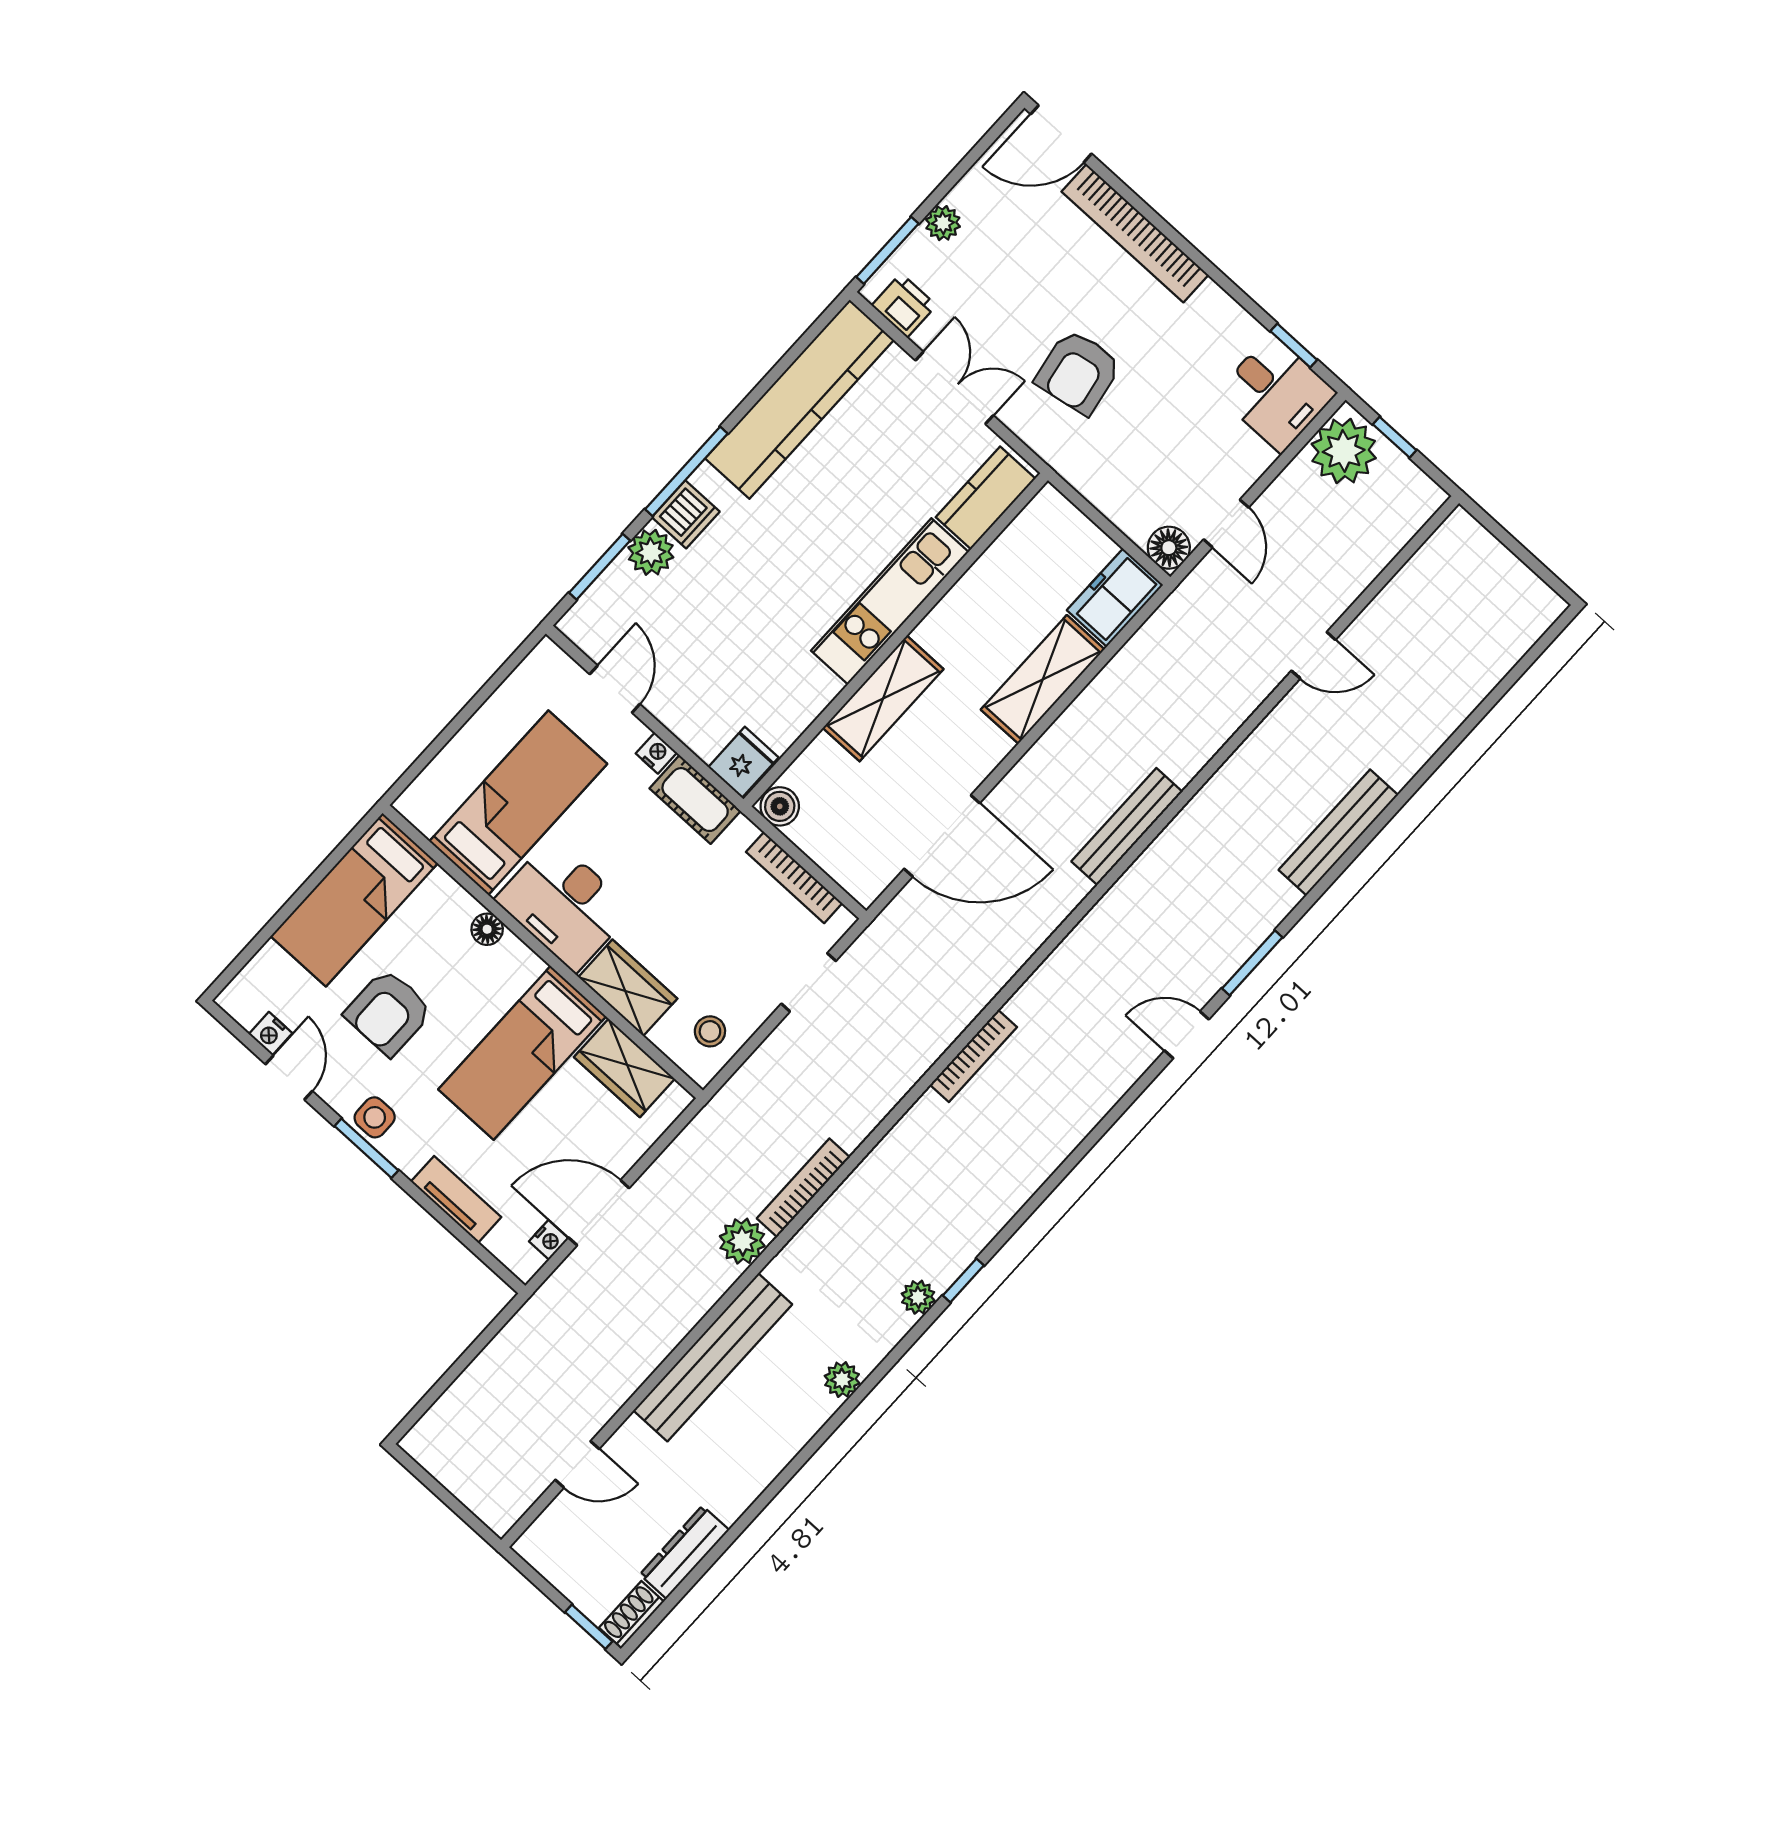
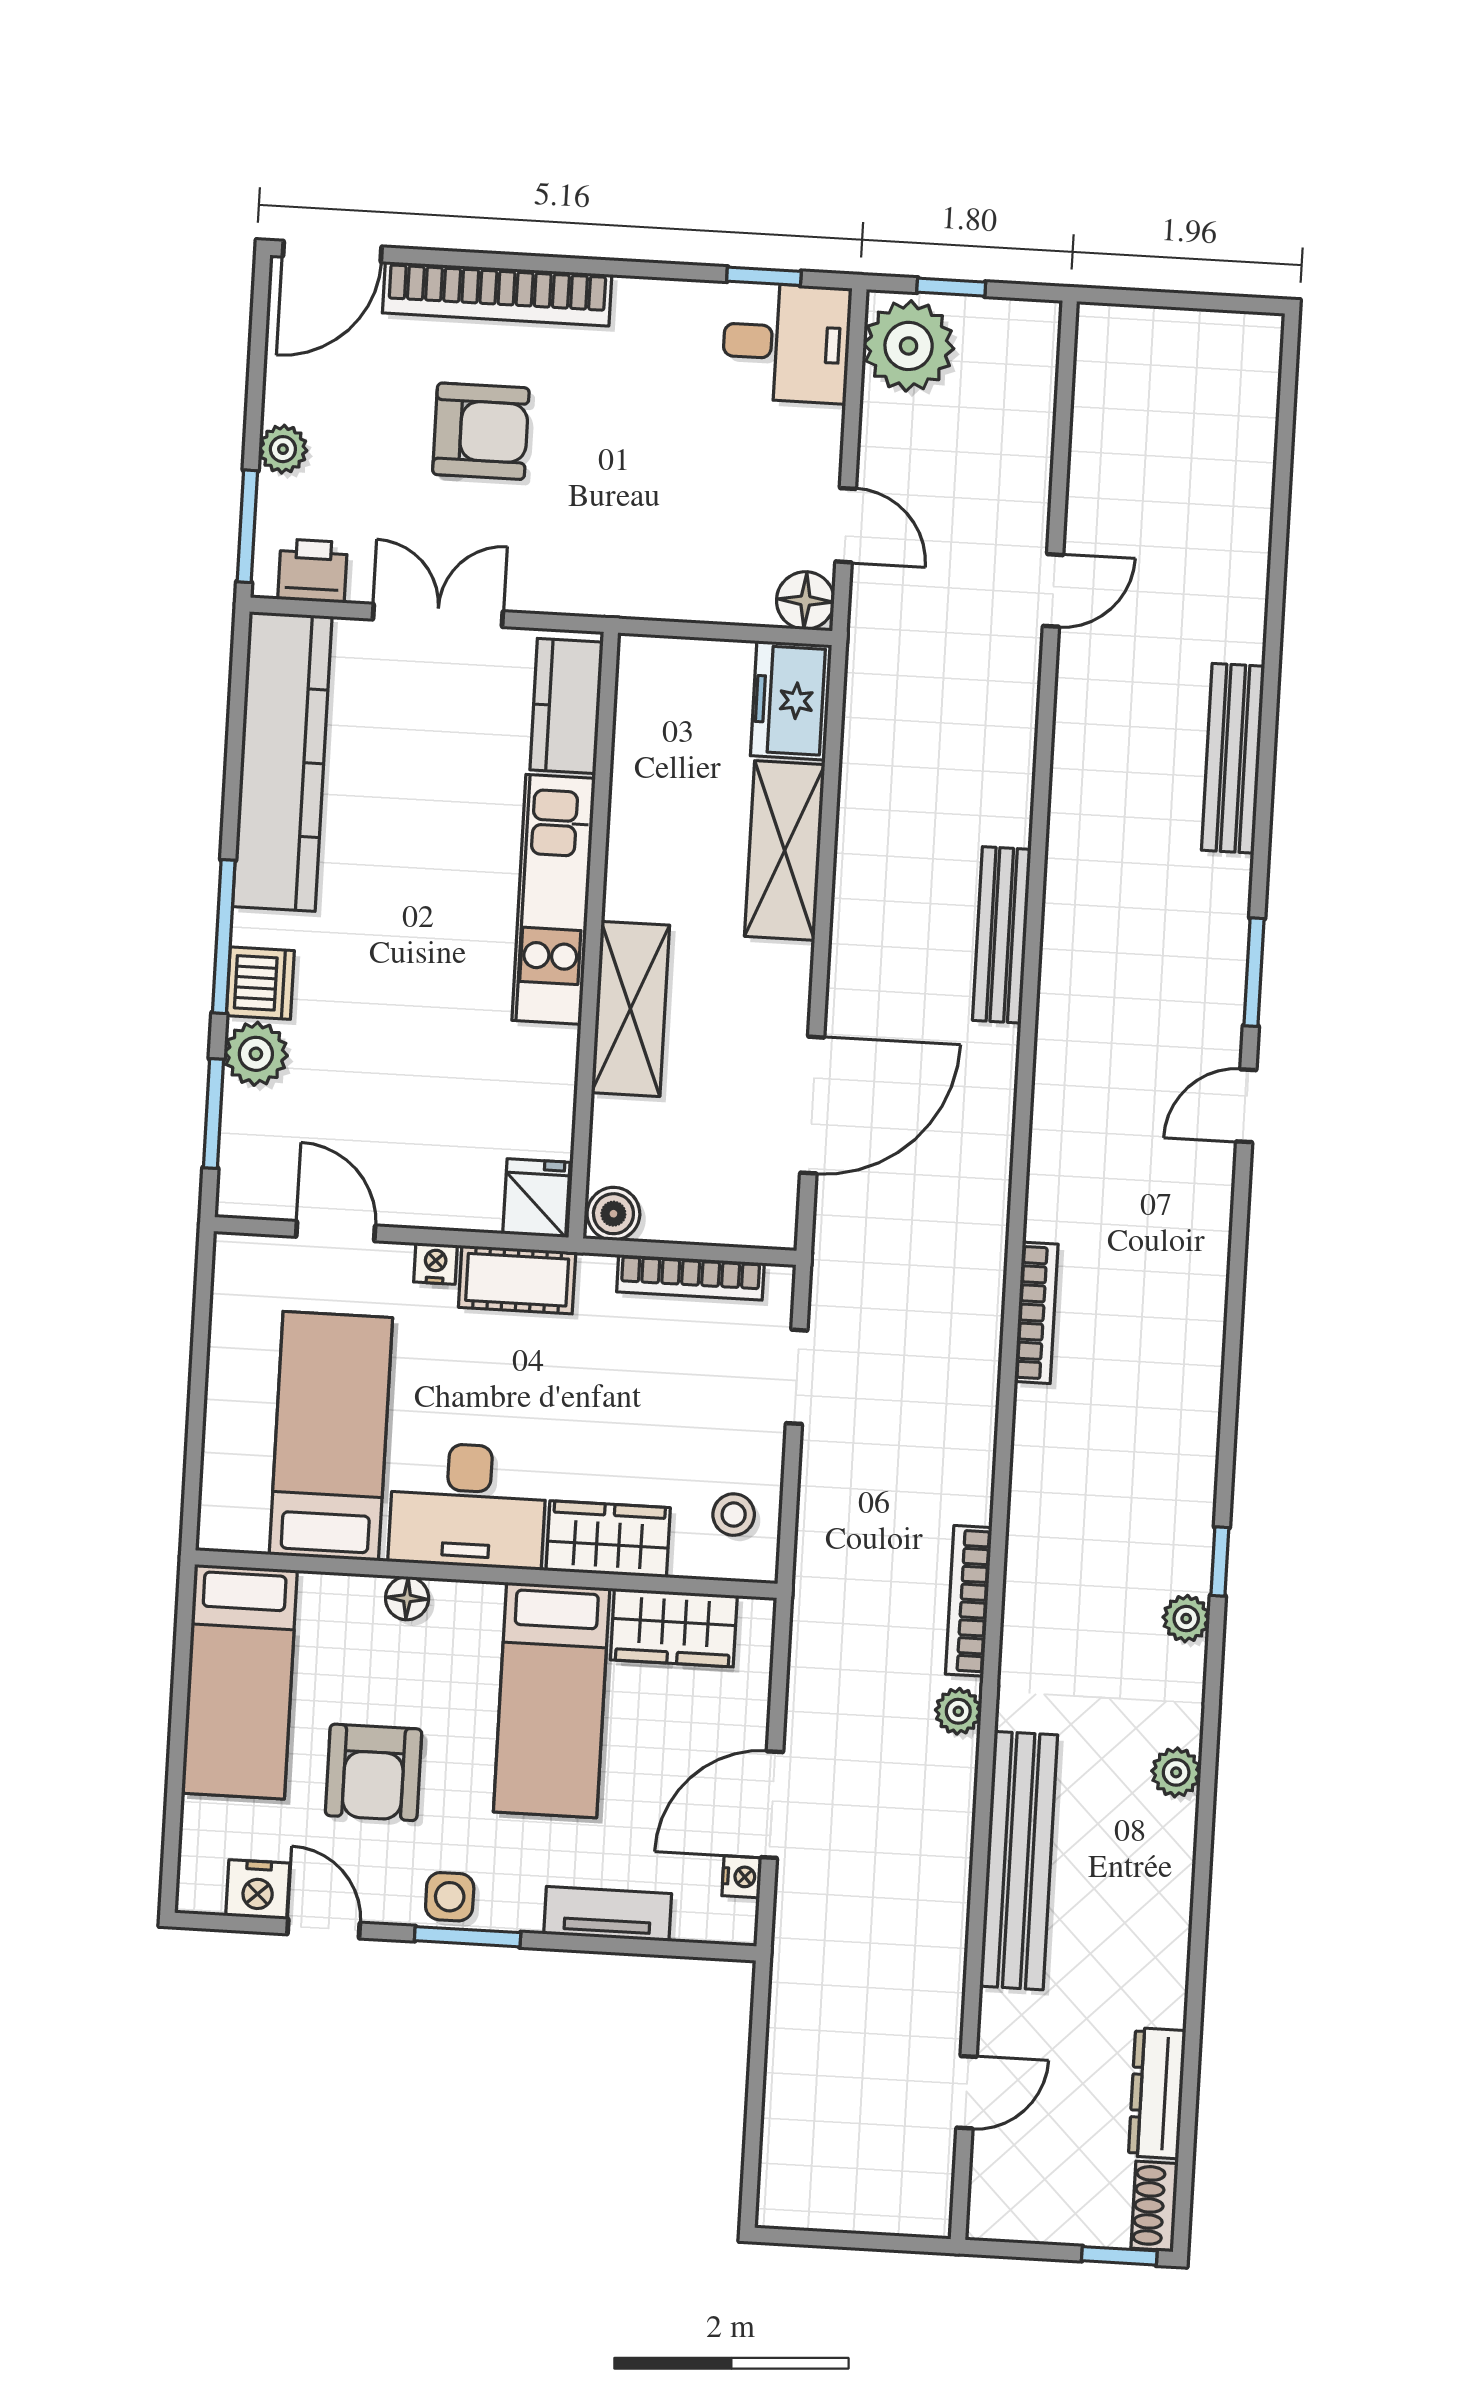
armchair: (1078, 372) -> (481, 431), moved, turned -80
nightstand: (271, 1034) -> (258, 1889), width x1.39, depth x1.35
plant: (742, 1241) -> (958, 1711), width x0.73, depth x0.73

